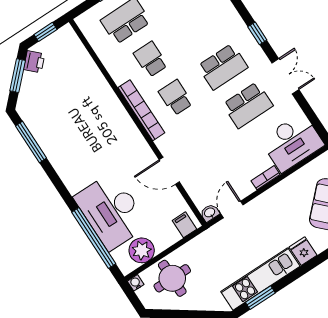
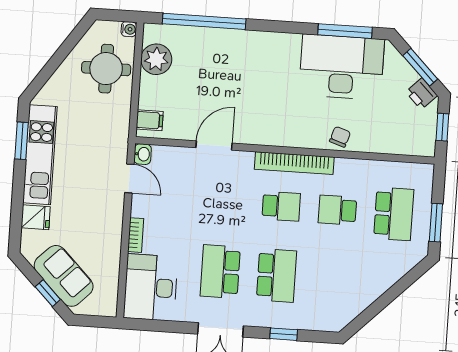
school desk: (151, 59) -> (337, 210), turned 180
school desk: (223, 67) -> (276, 275), turned 180
chair: (102, 93) -> (340, 137), added
desk: (111, 211) -> (342, 67), moved

